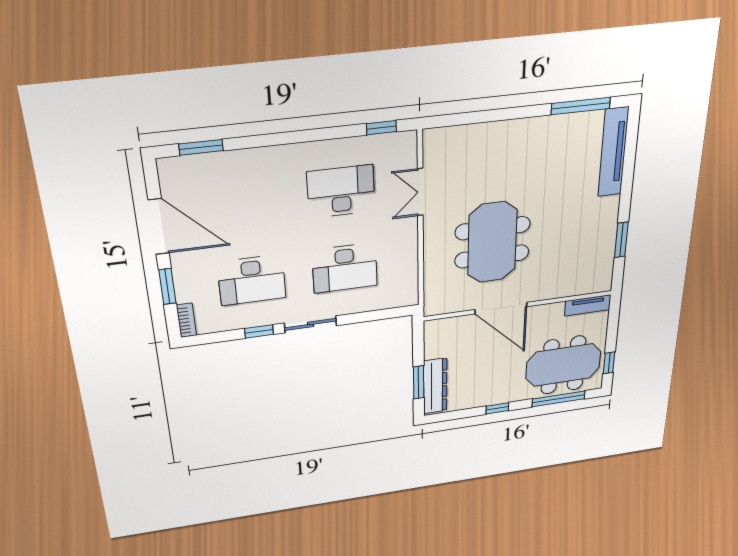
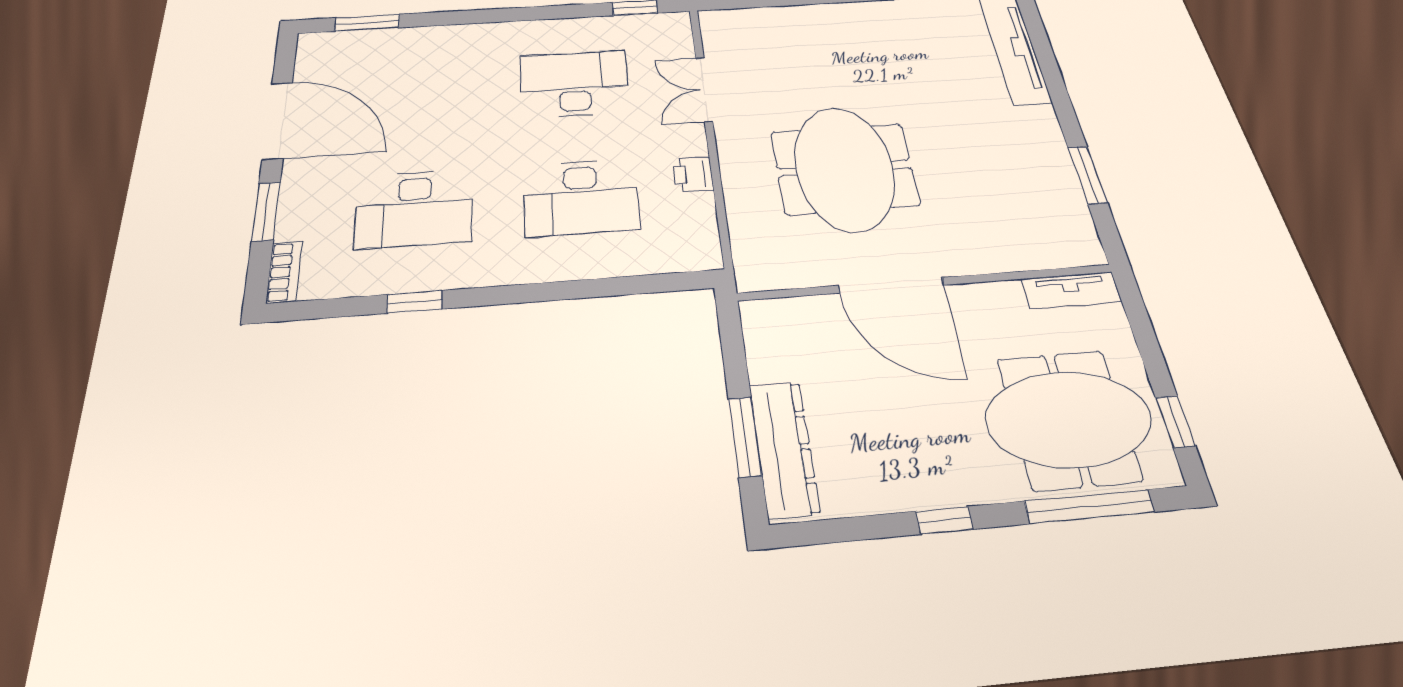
printer: (408, 251) -> (693, 174), added
sliding door: (311, 324) -> (515, 294), removed

